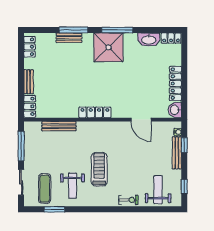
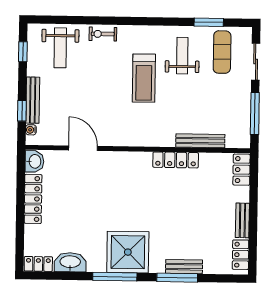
bench: (29, 82) -> (242, 220), moved
locker: (95, 112) -> (176, 160), moved

